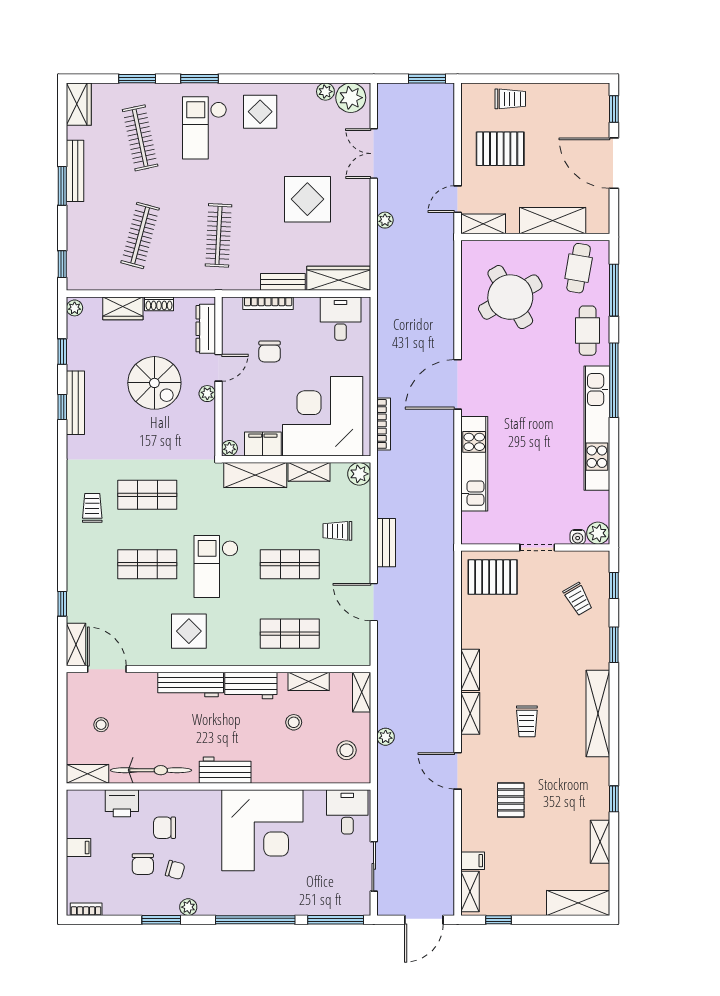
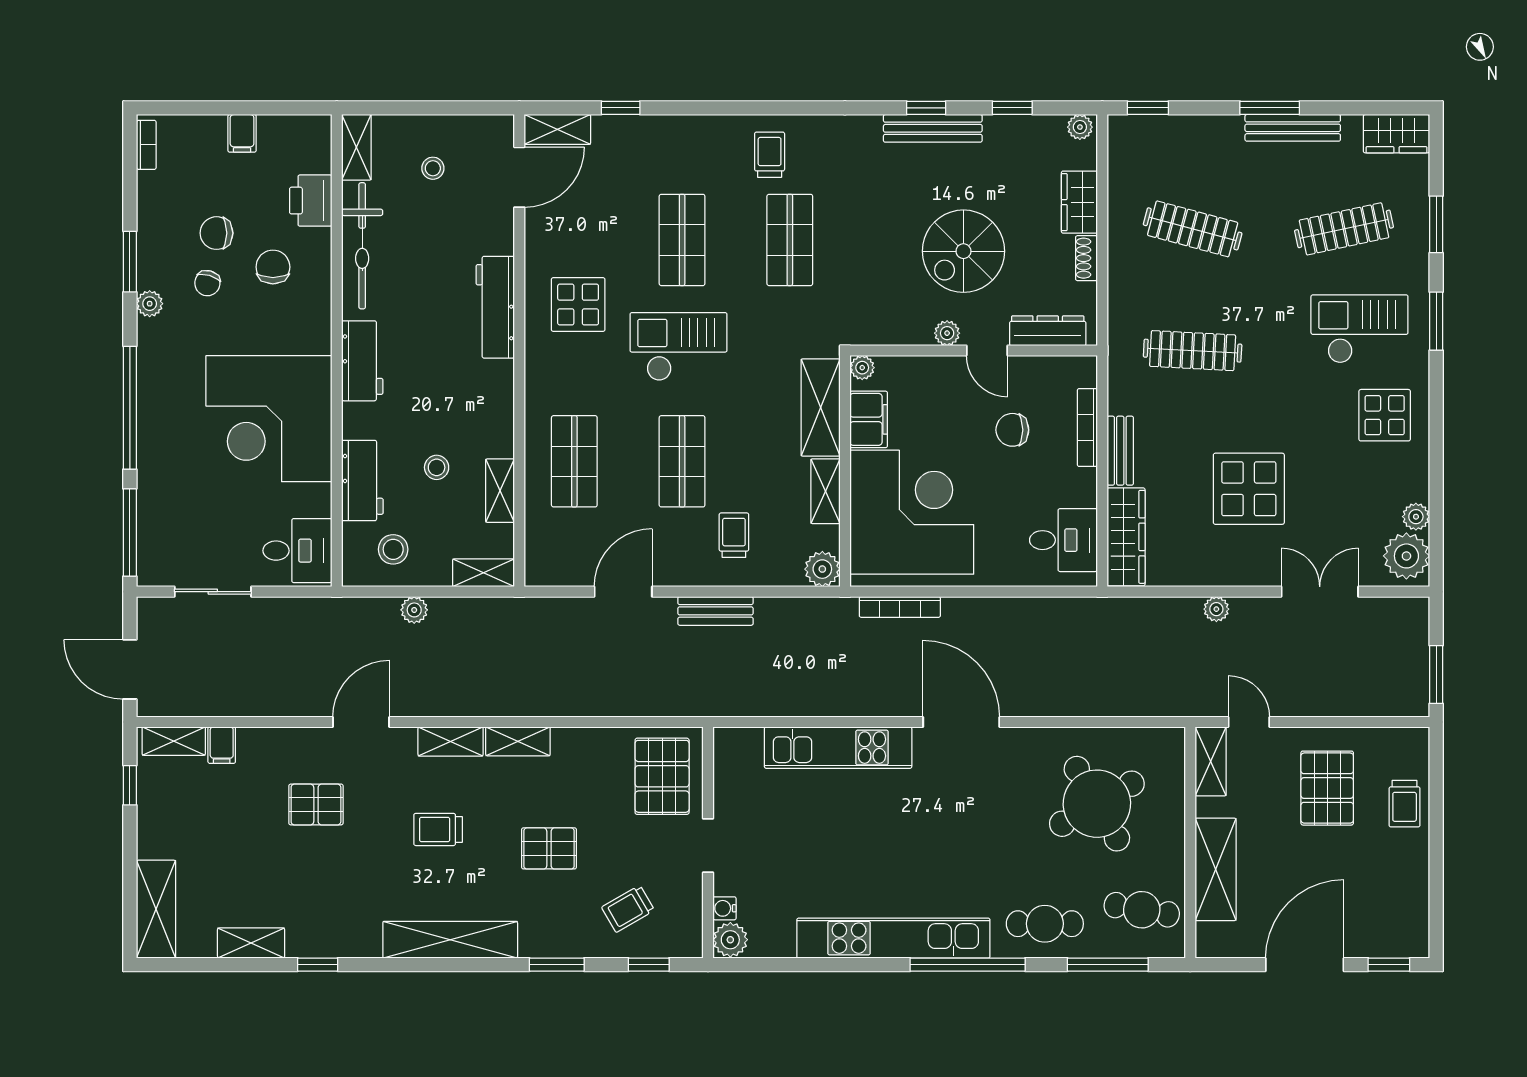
trolley: (92, 508) -> (770, 155), turned -90
pallet: (539, 650) -> (549, 848), added
workbench: (251, 686) -> (362, 481), moved, turned 180

